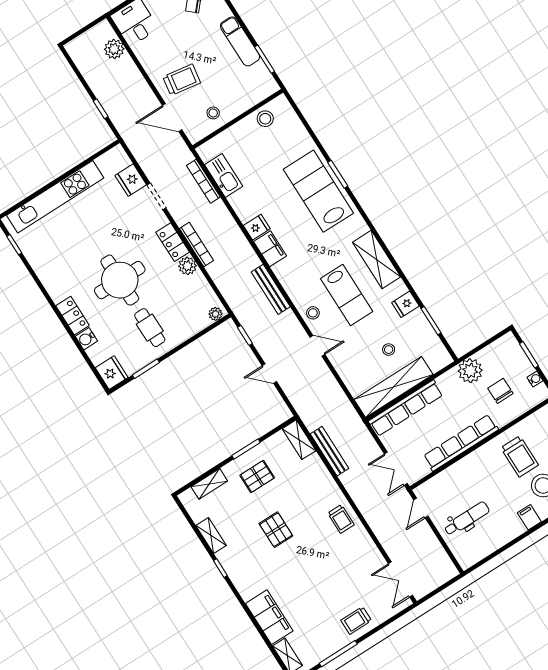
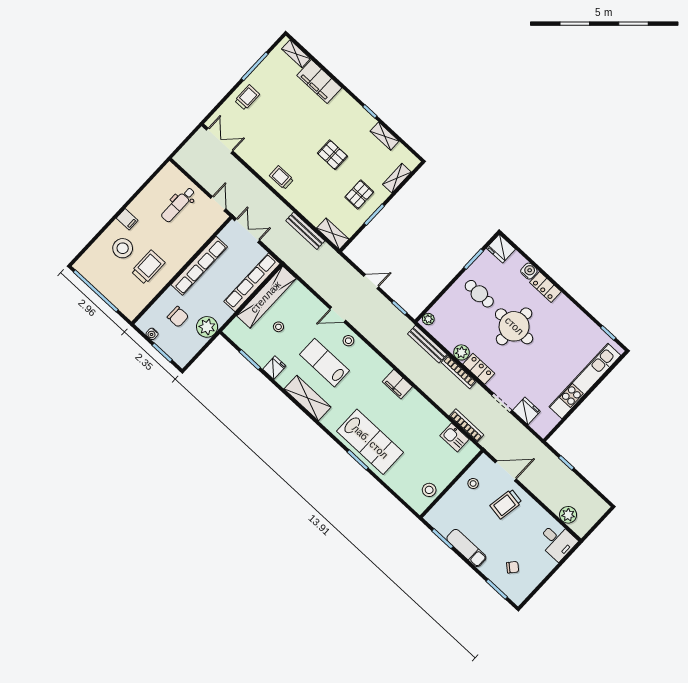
kitchen sink: (224, 175) -> (454, 437), width x0.73
fridge: (257, 227) -> (413, 399), removed
bench: (271, 289) -> (427, 344), moved
trolley: (520, 456) -> (148, 267), turned 90

